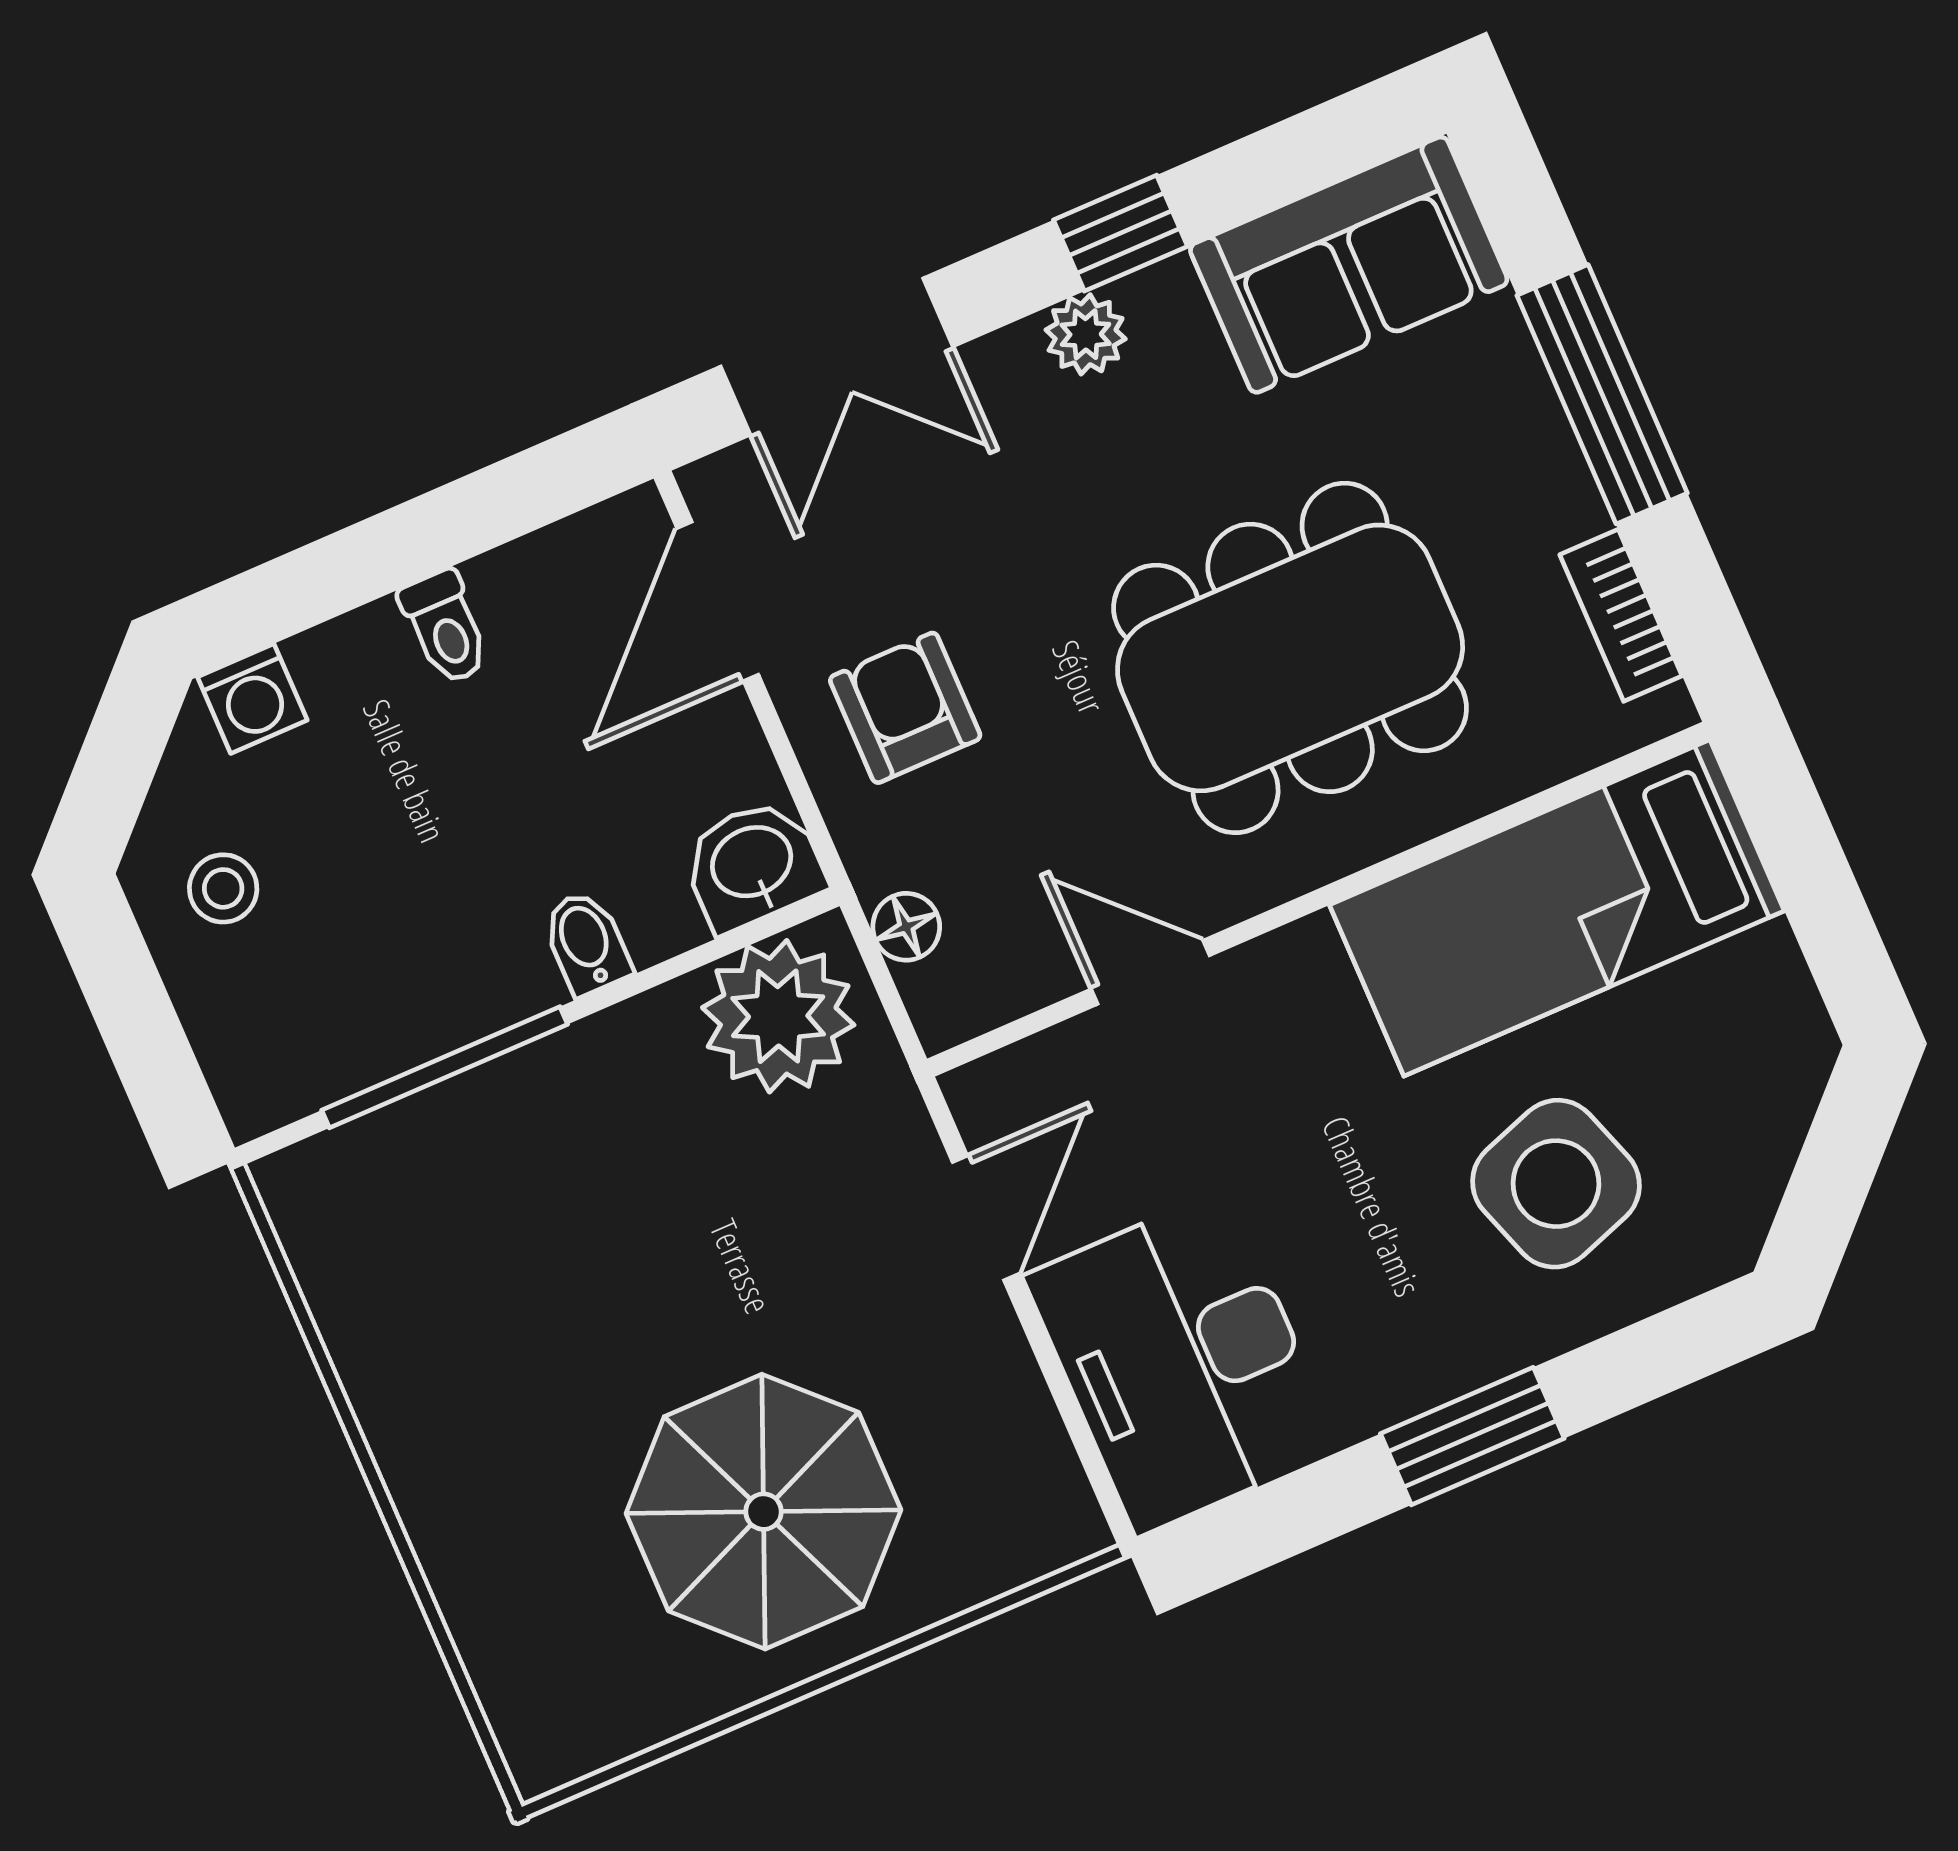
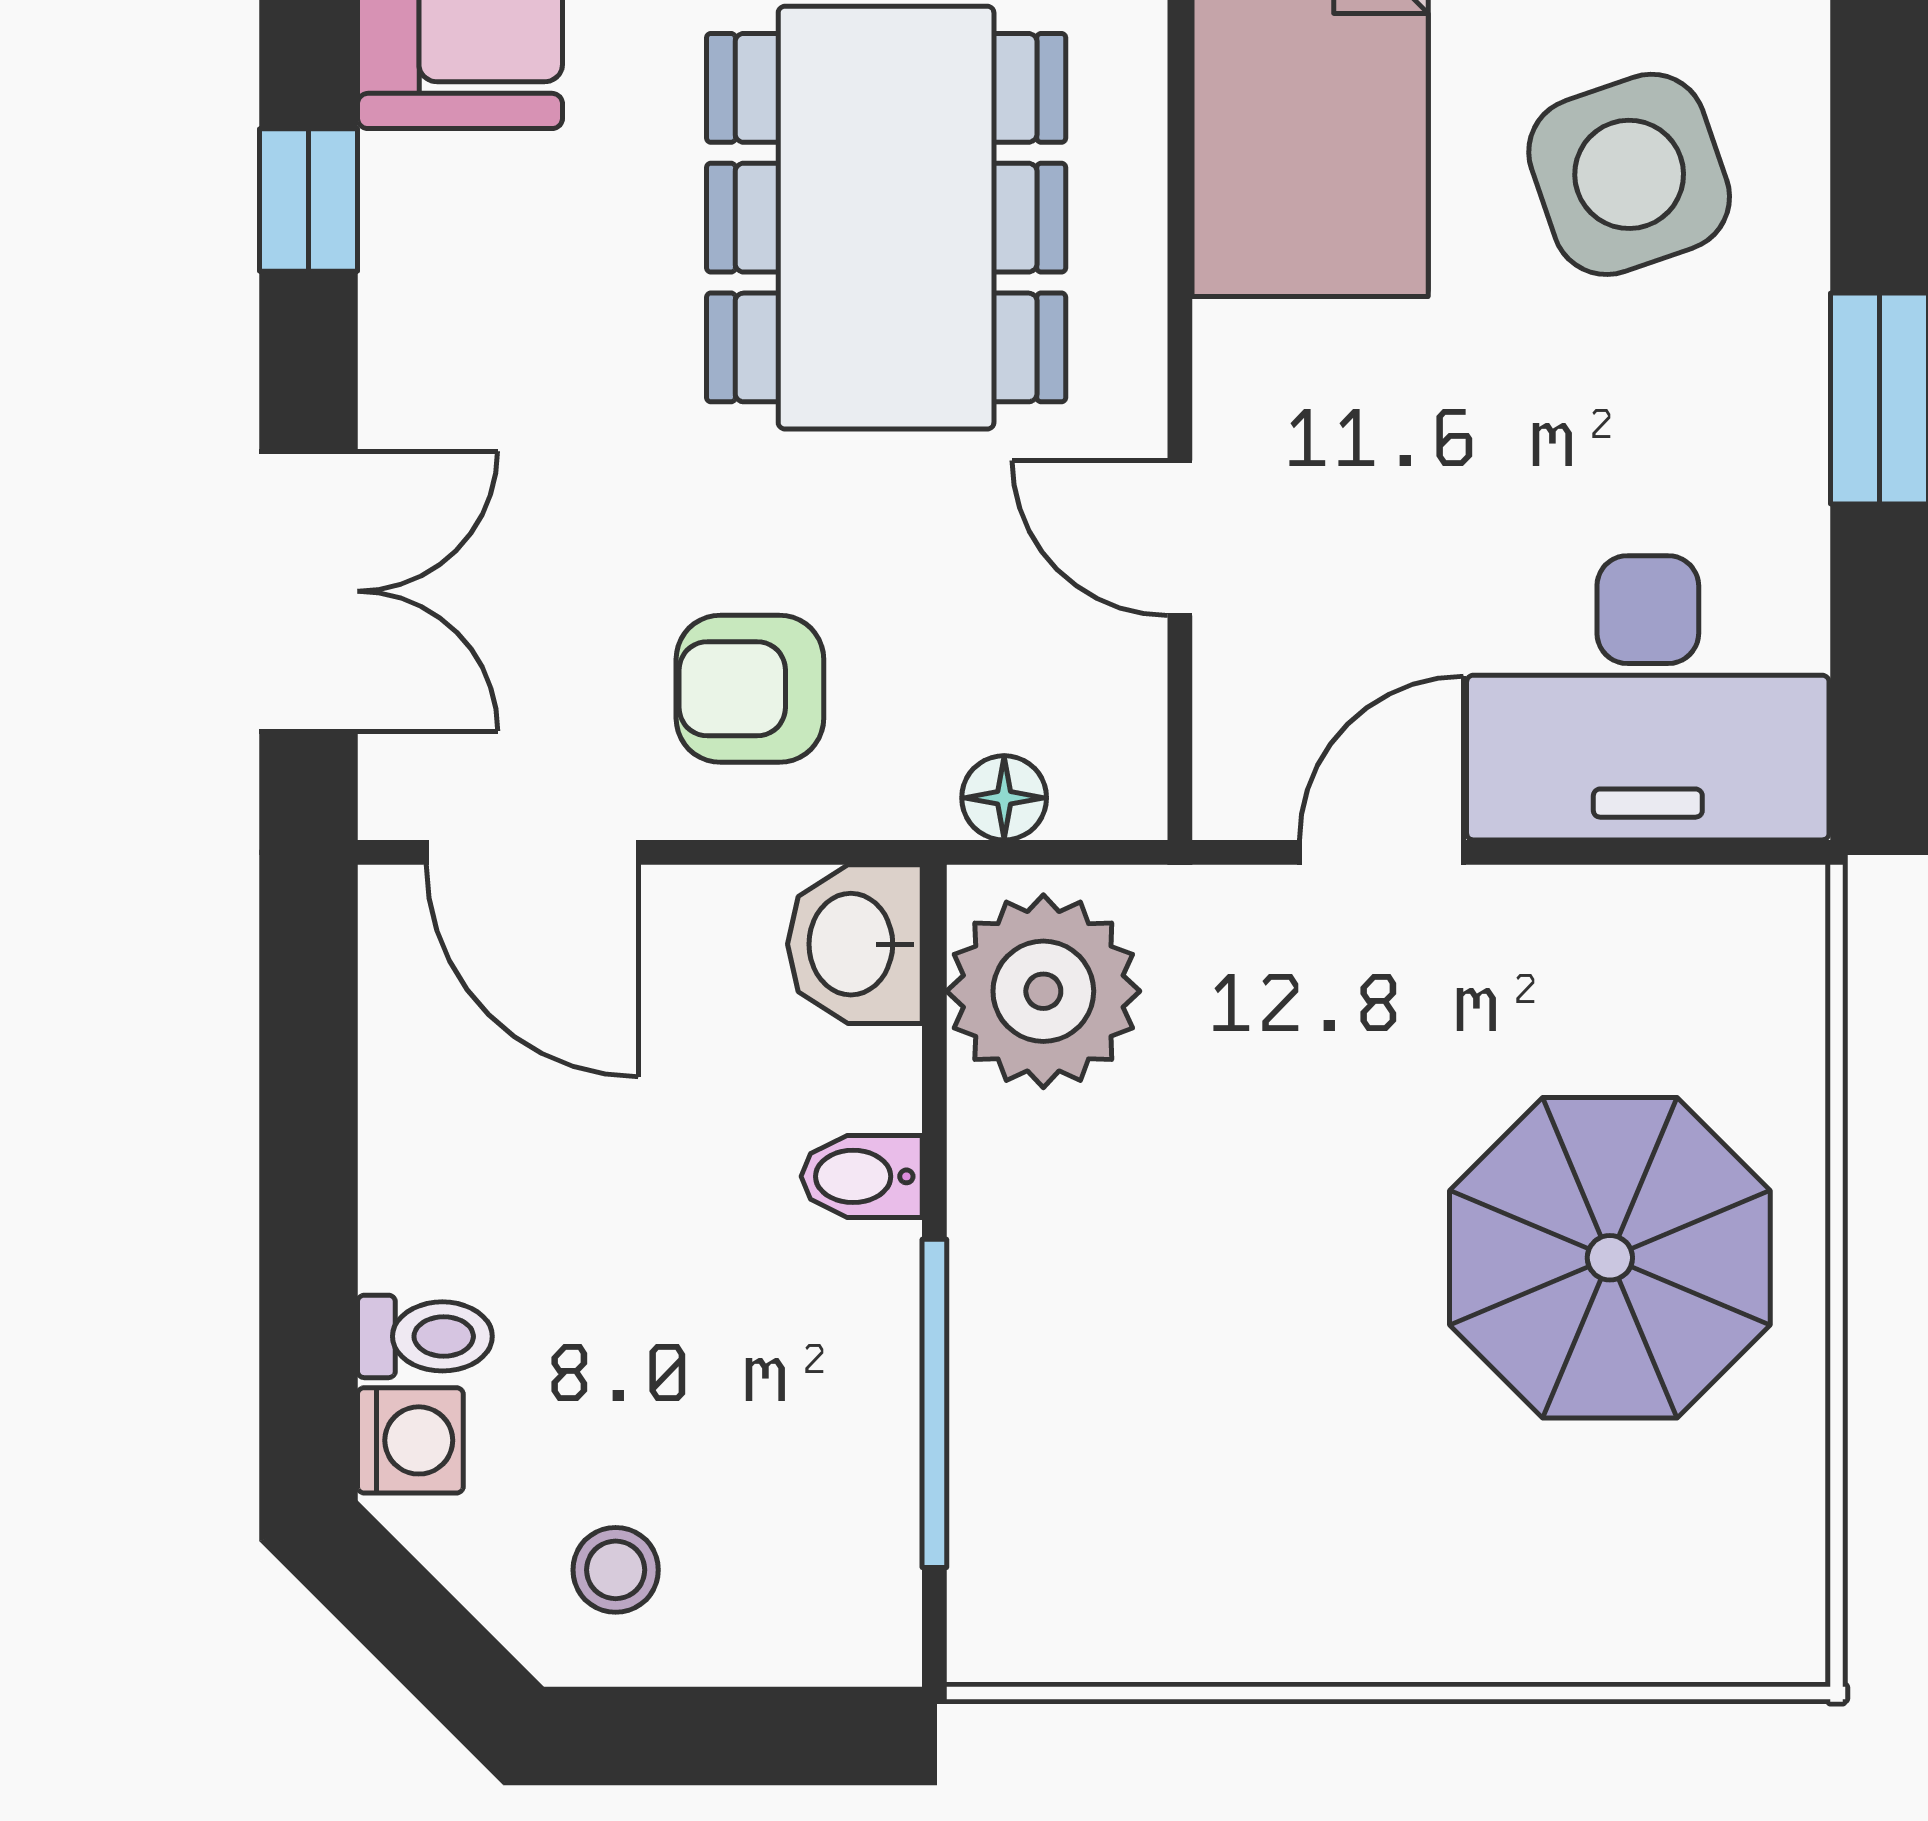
plant: (1086, 334) -> (408, 291), removed
toilet: (445, 627) -> (425, 1336), moved
door: (1150, 972) -> (1180, 538), hinge flipped
door: (986, 1218) -> (1381, 852), hinge flipped

